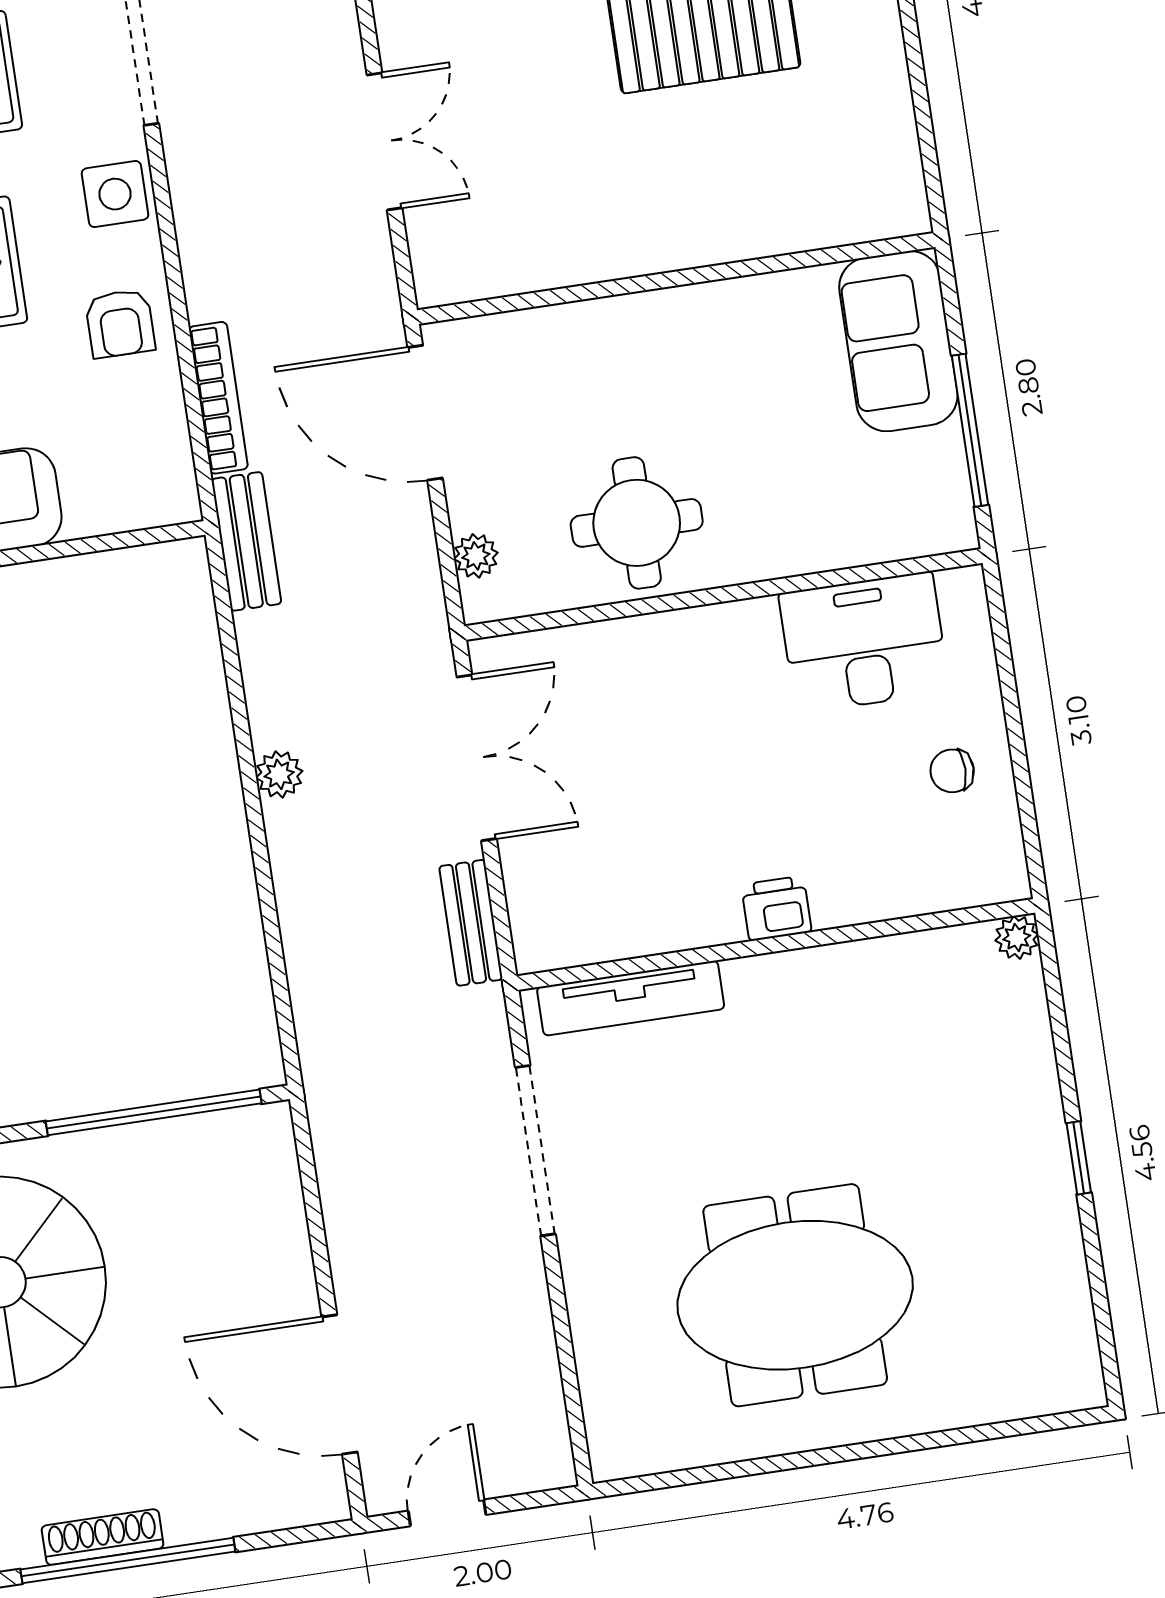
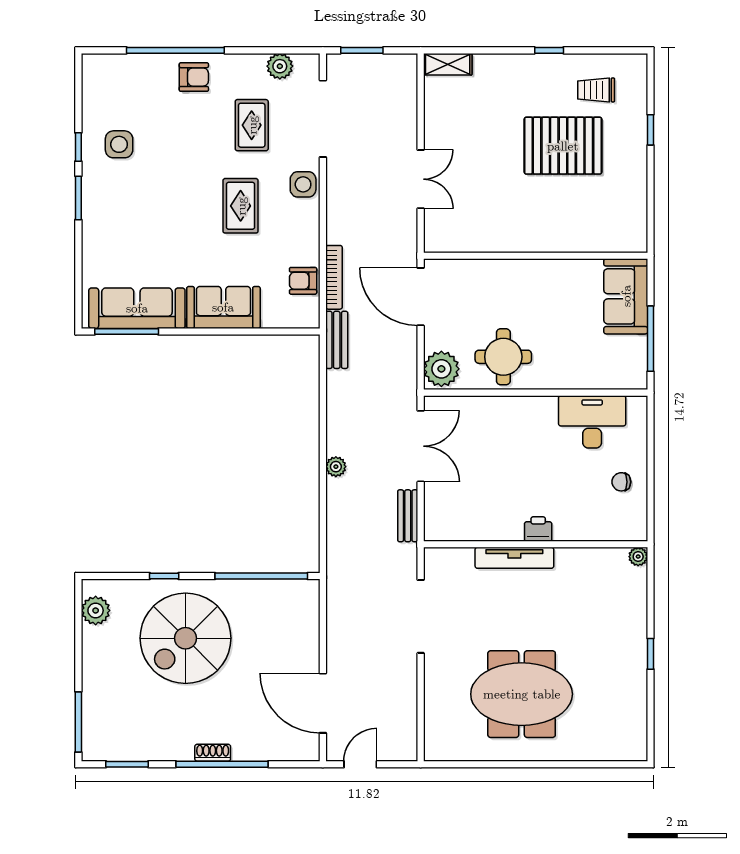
armchair: (120, 323) -> (303, 281), moved, turned 90
plant: (476, 556) -> (441, 369), width x1.87, depth x1.87
plant: (279, 774) -> (336, 467), moved
tv unit: (631, 998) -> (514, 558), moved
shoe rack: (103, 1537) -> (213, 753), width x0.70

